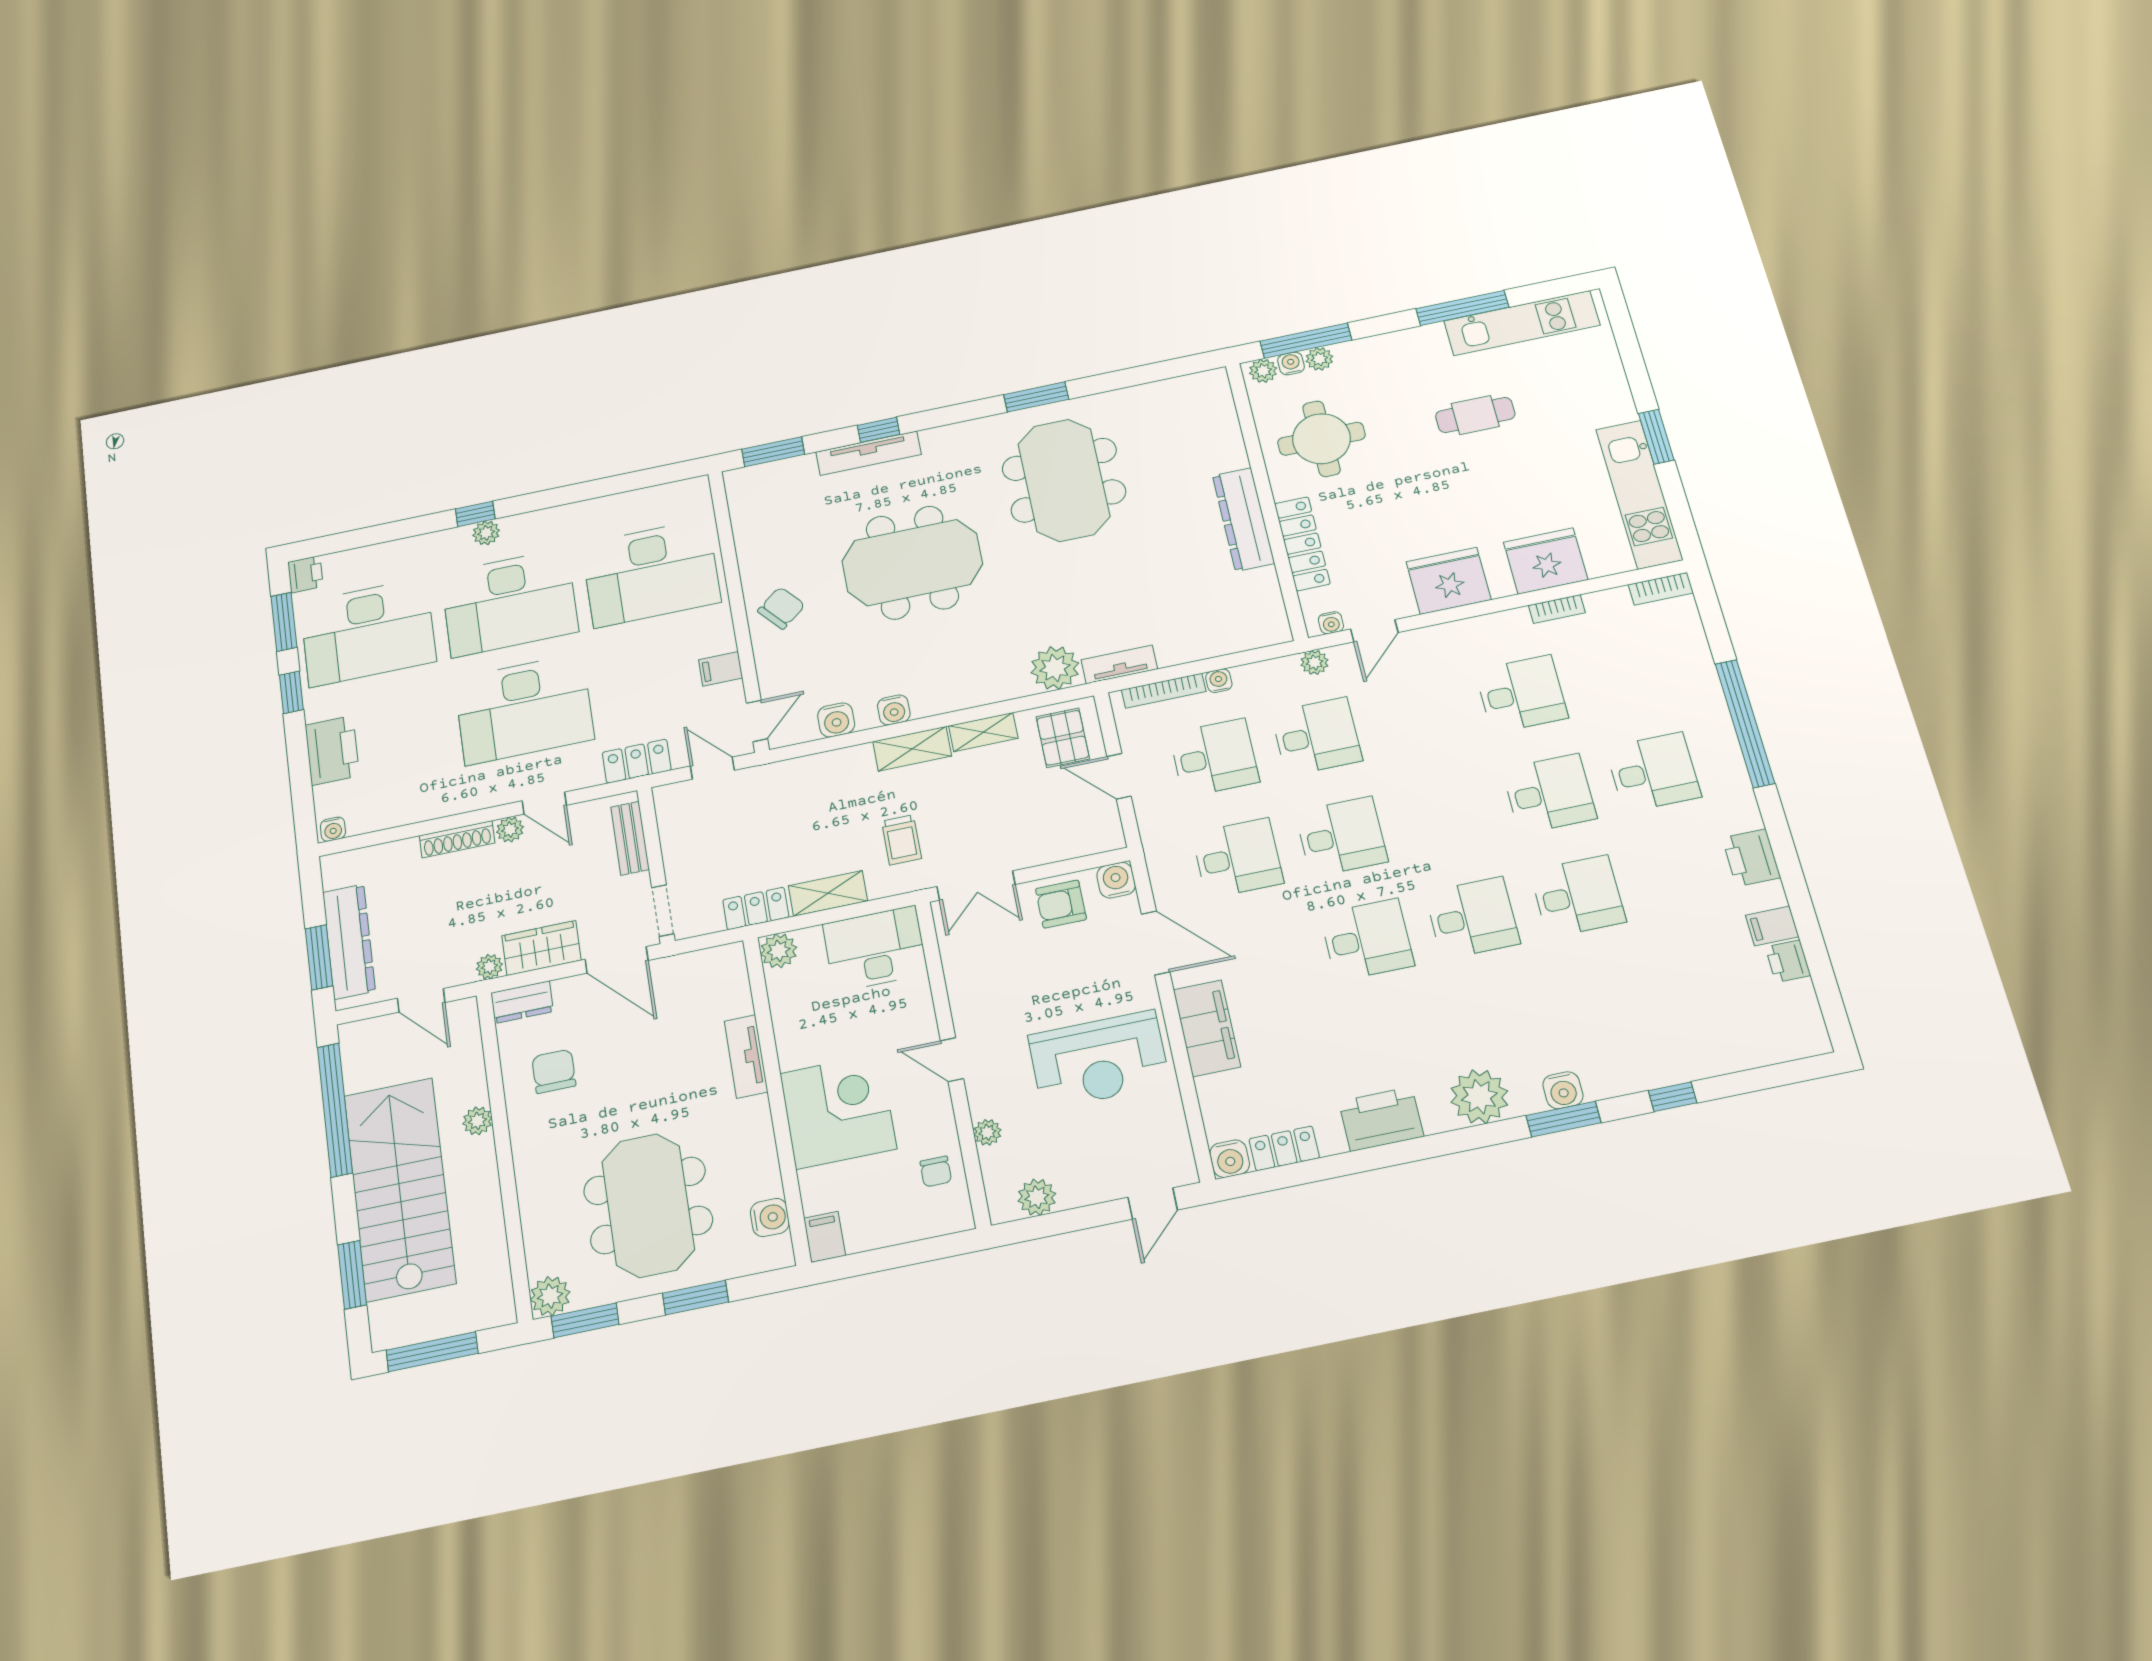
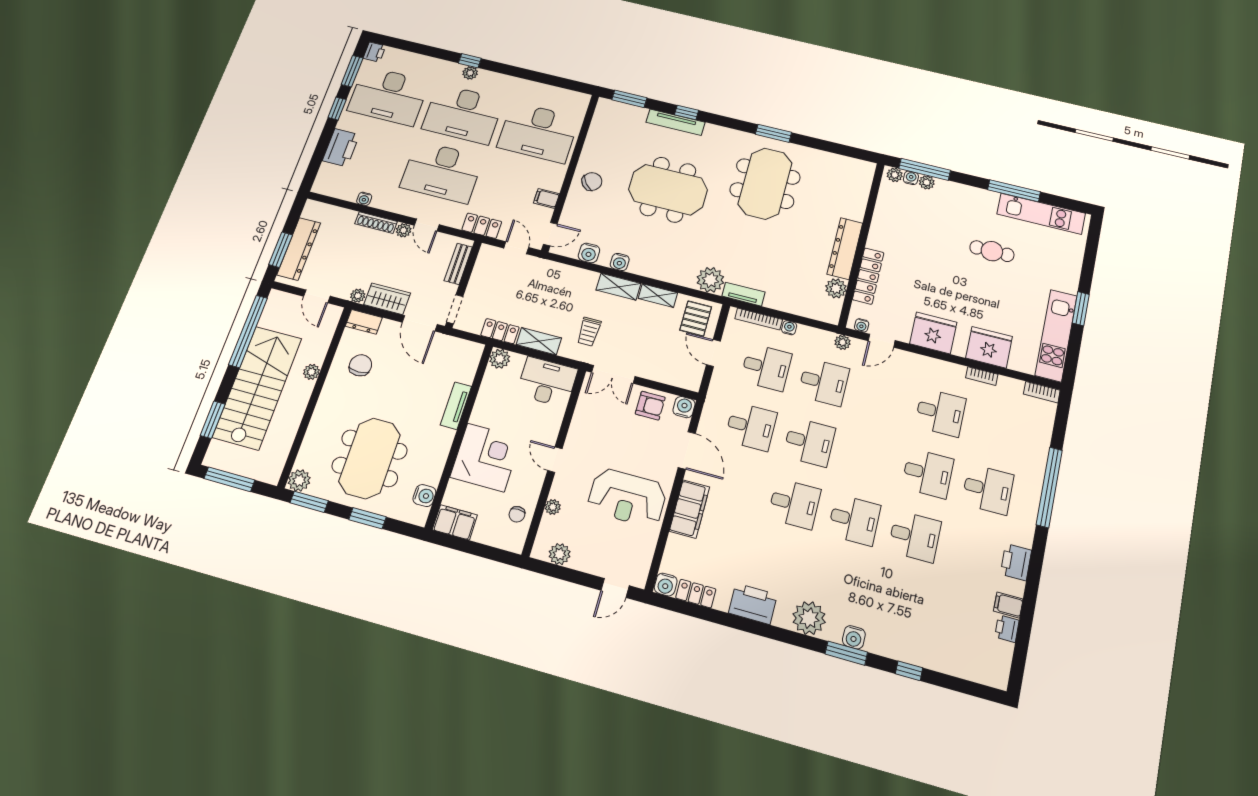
round table: (1321, 439) -> (906, 225), removed
plant: (1261, 586) -> (836, 288), added
water cooler: (333, 829) -> (364, 199), moved
armchair: (1061, 904) -> (650, 406), turned 180
filing cabinet: (825, 1237) -> (455, 522), width x2.00

